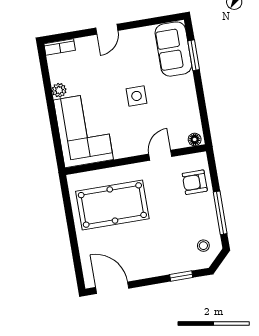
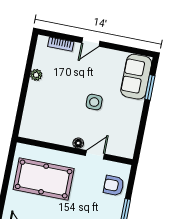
bookcase: (60, 47) -> (61, 44), moved
corner sofa: (83, 130) -> (43, 113), removed
floor lamp: (195, 139) -> (78, 143), moved

